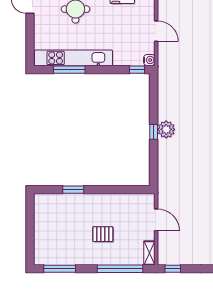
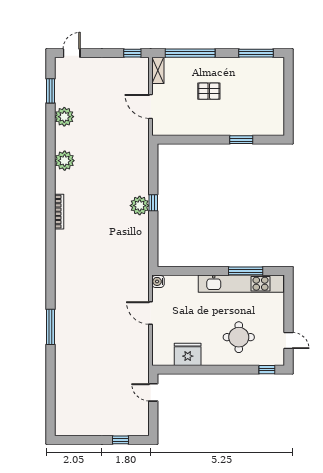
window: (137, 70) -> (171, 271), removed

